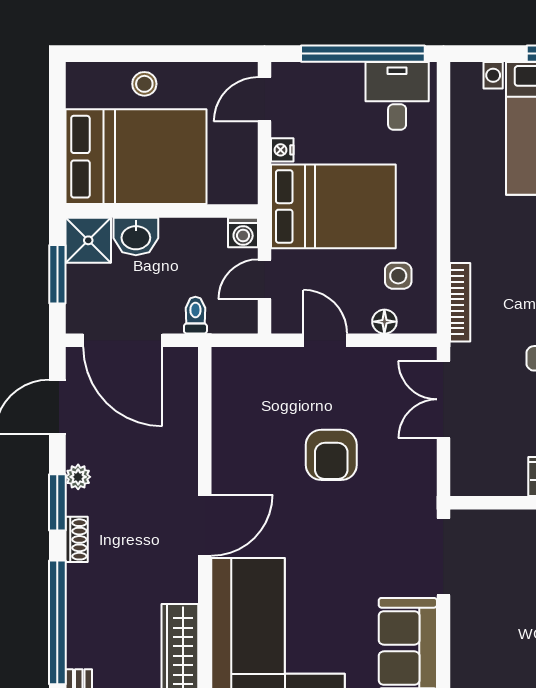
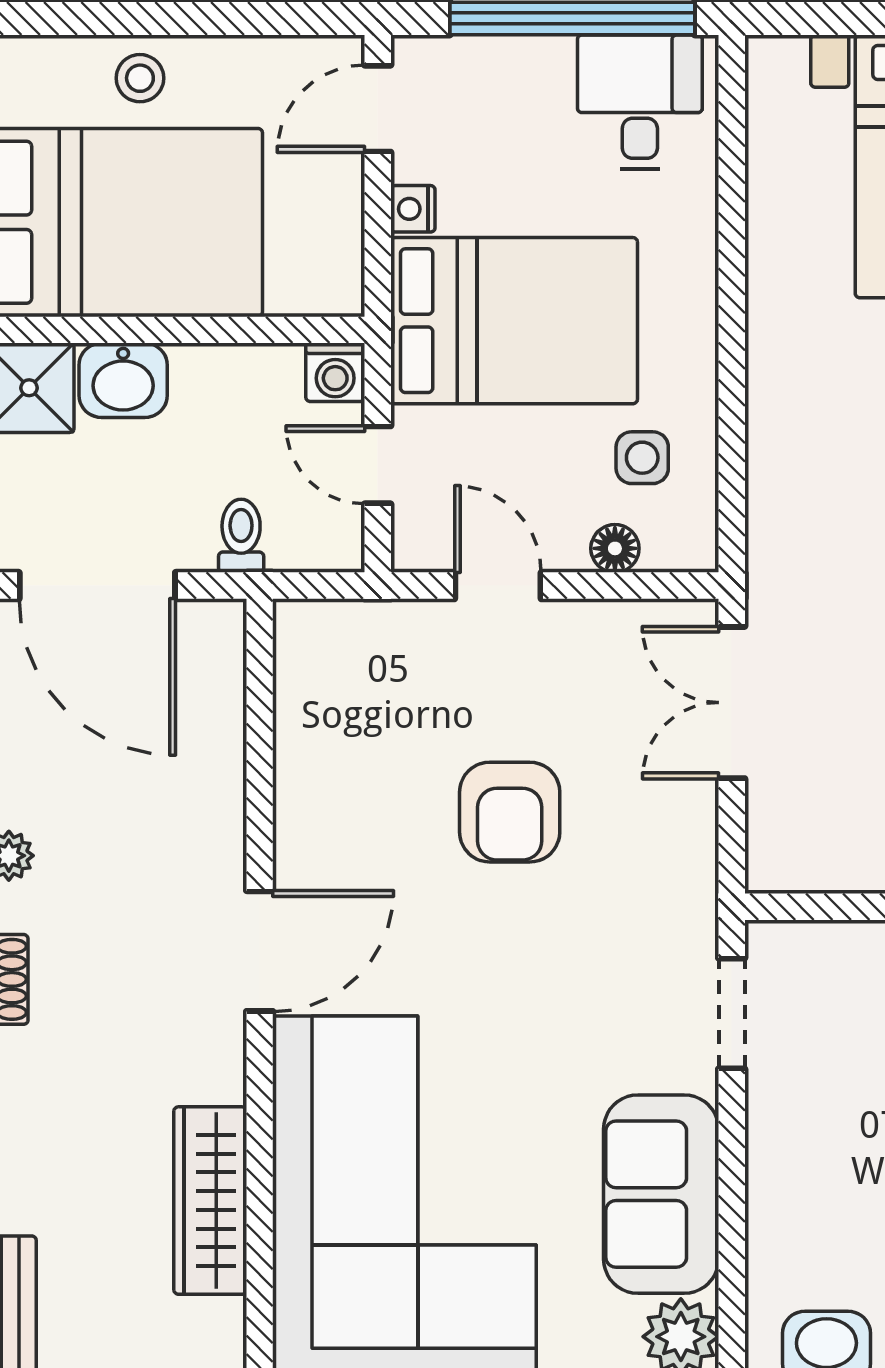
door: (264, 279) -> (378, 465), hinge flipped
bookcase: (460, 302) -> (765, 510), removed
doorway: (443, 557) -> (732, 1014), width x0.73

